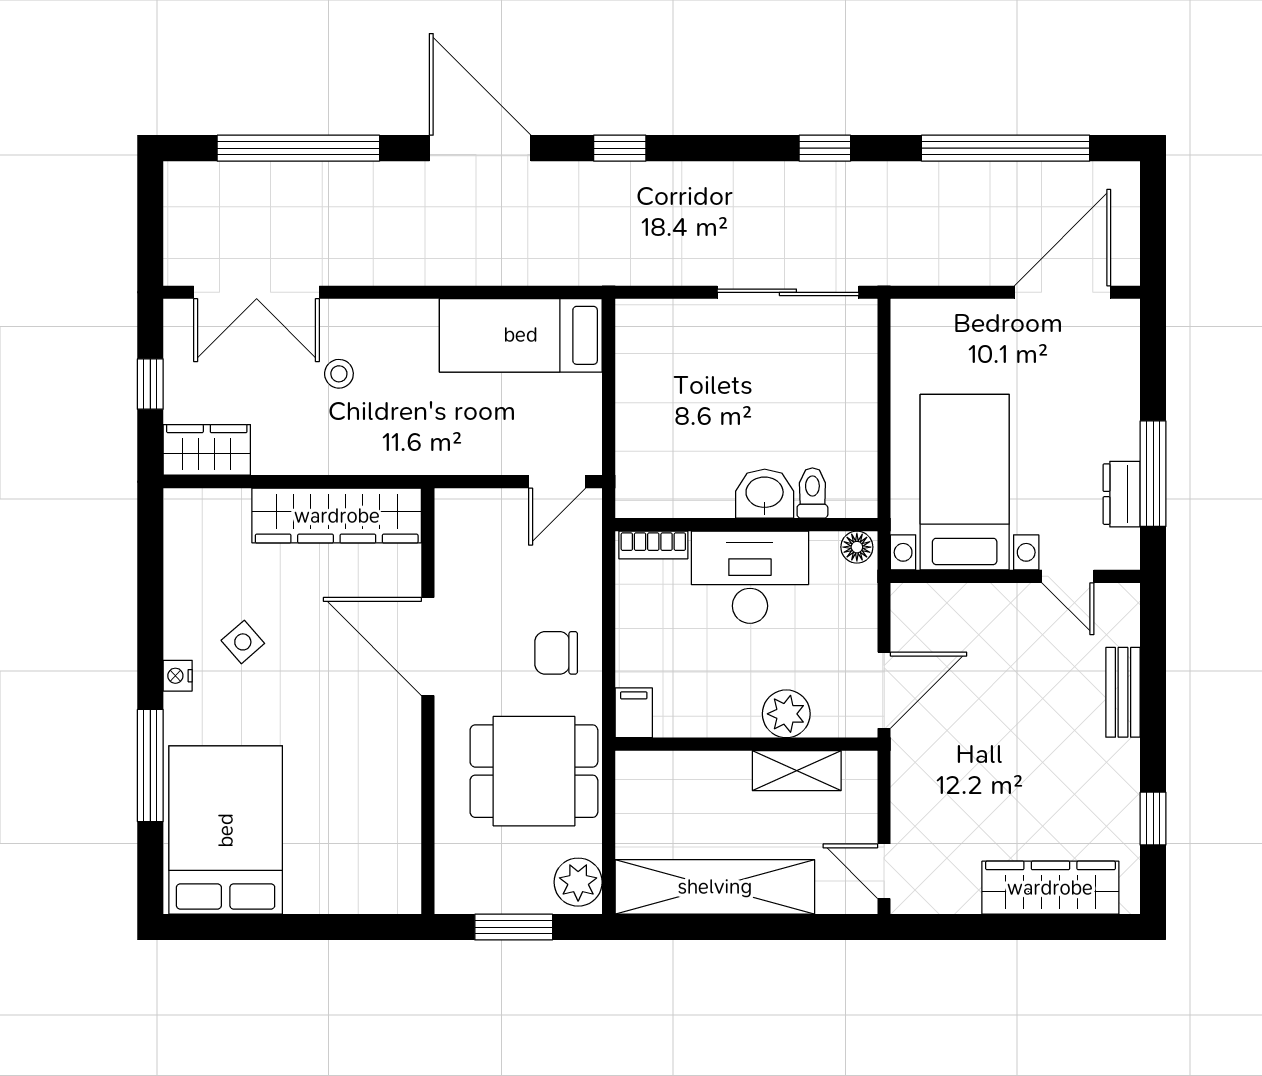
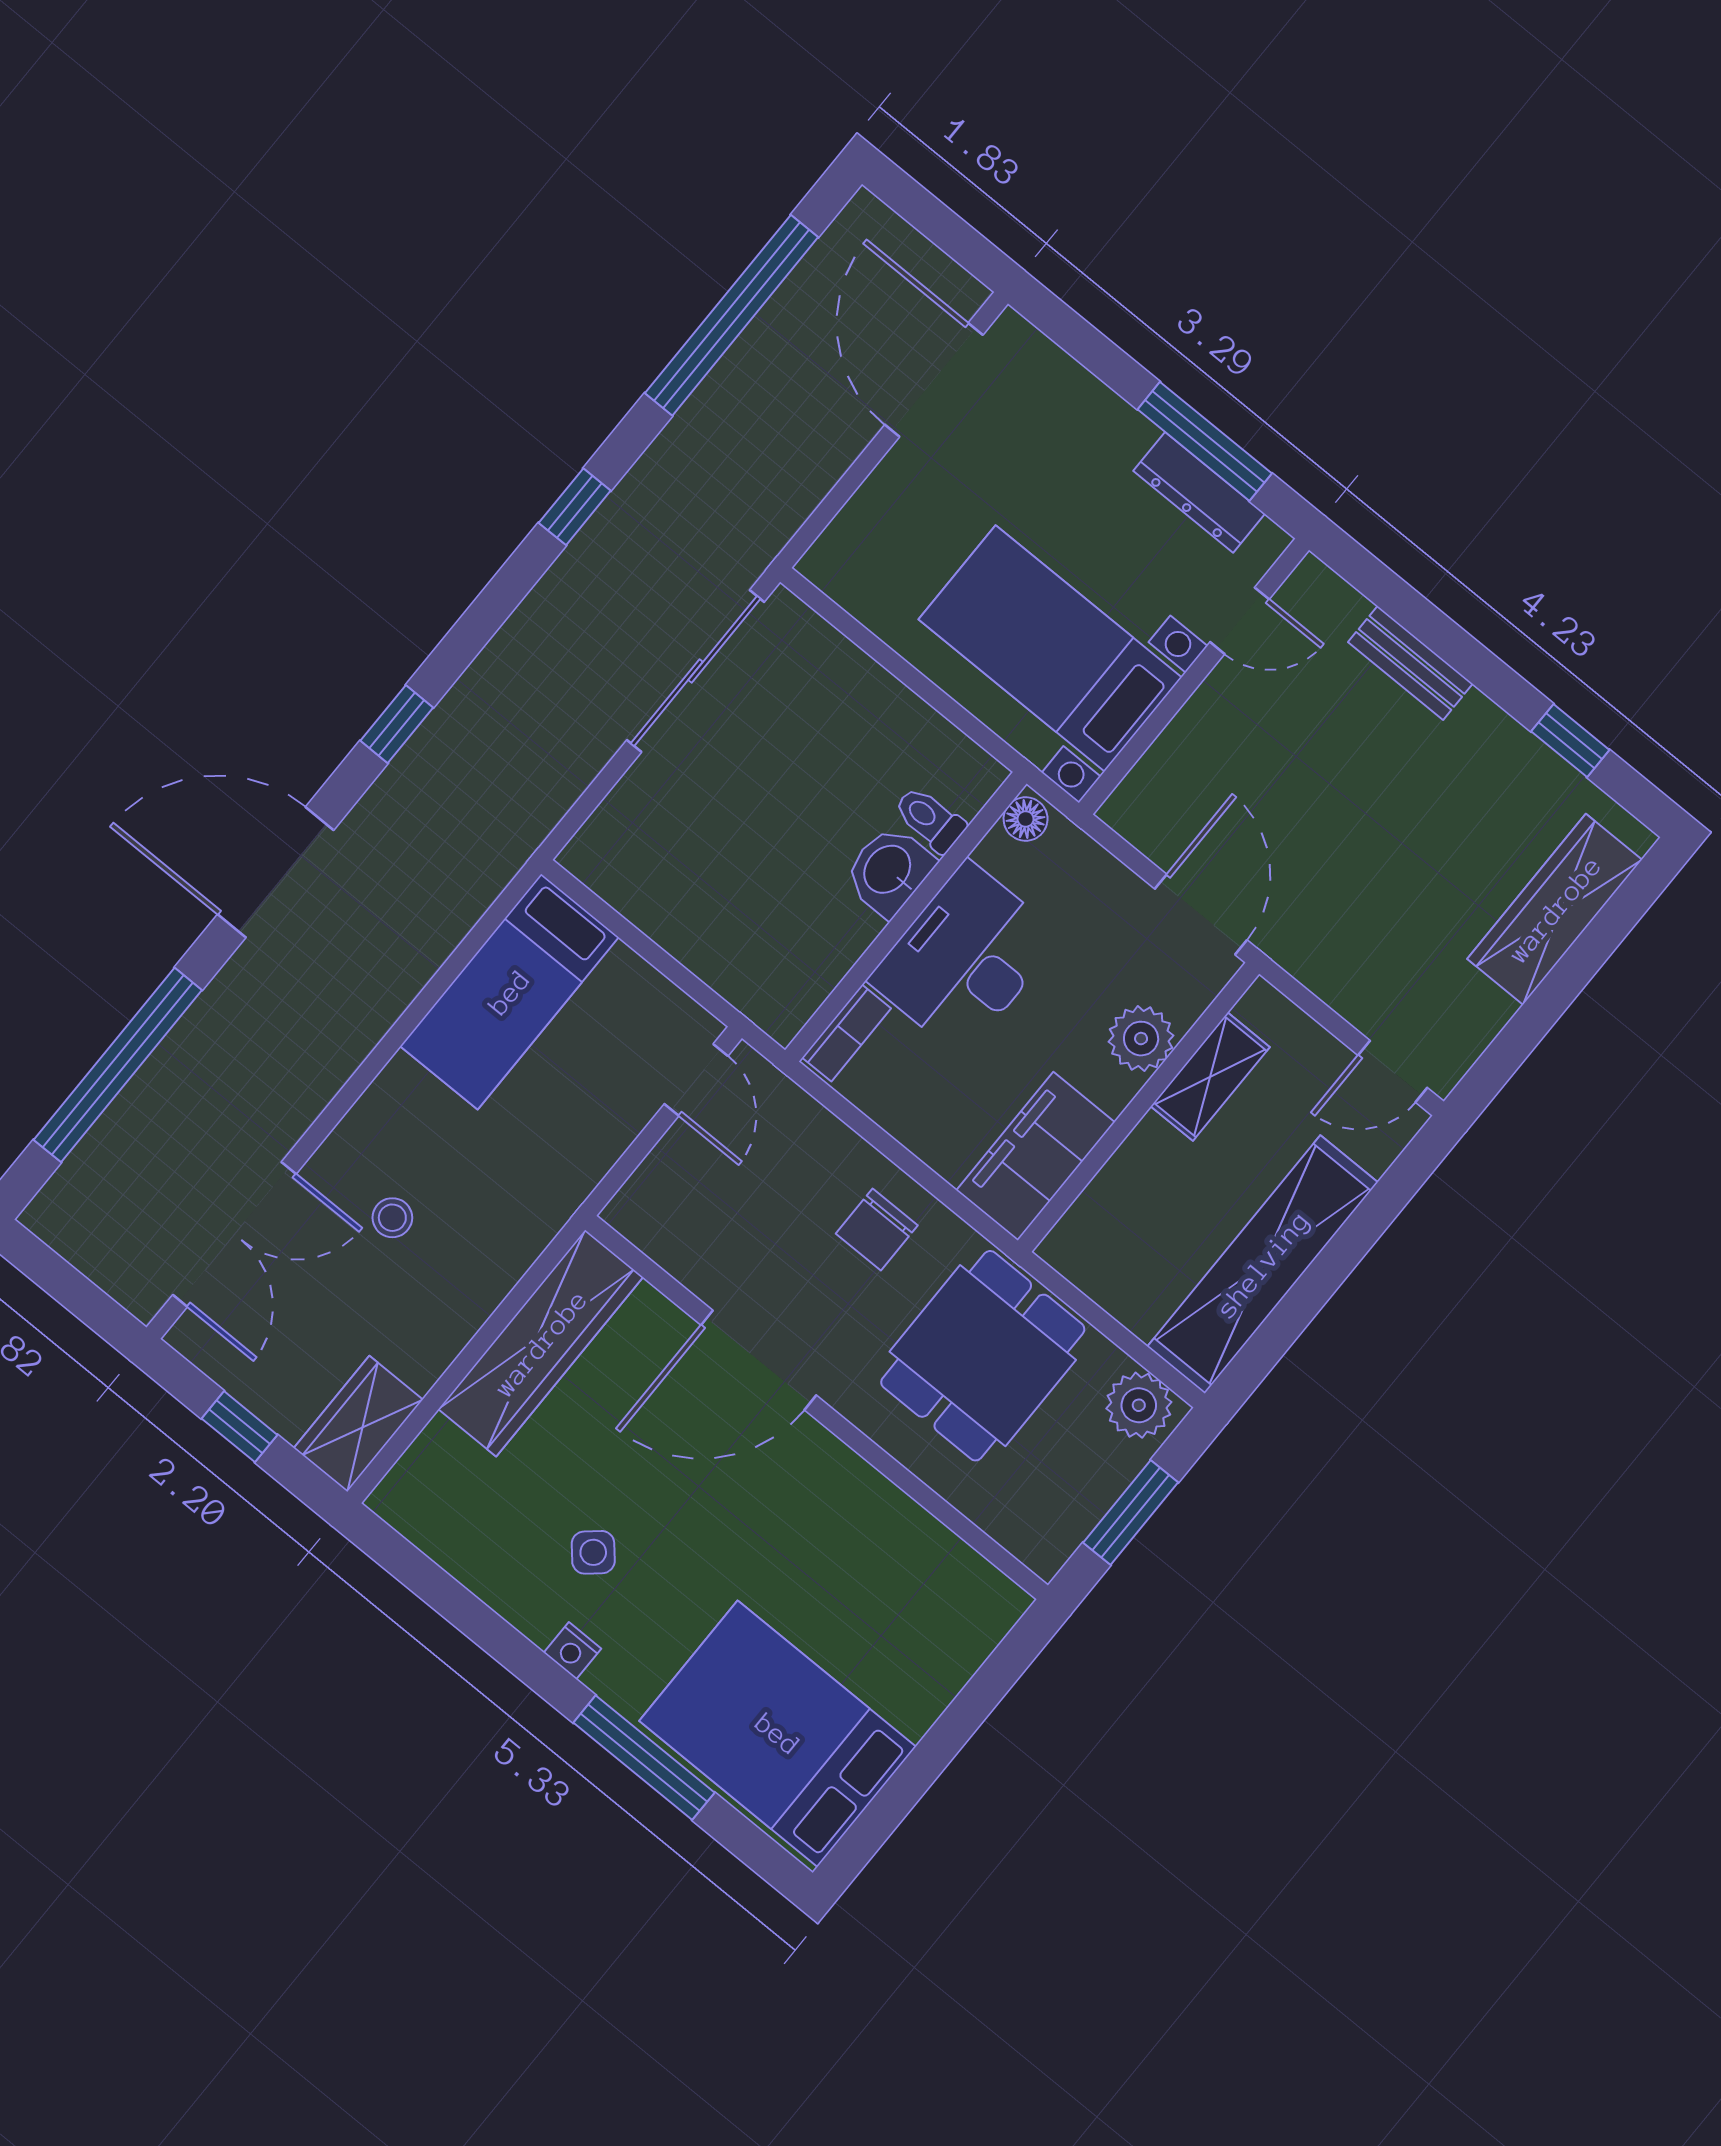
dresser: (1122, 494) -> (1199, 492), width x1.44
filing cabinet: (634, 713) -> (1036, 1156), width x3.00, depth x1.17

